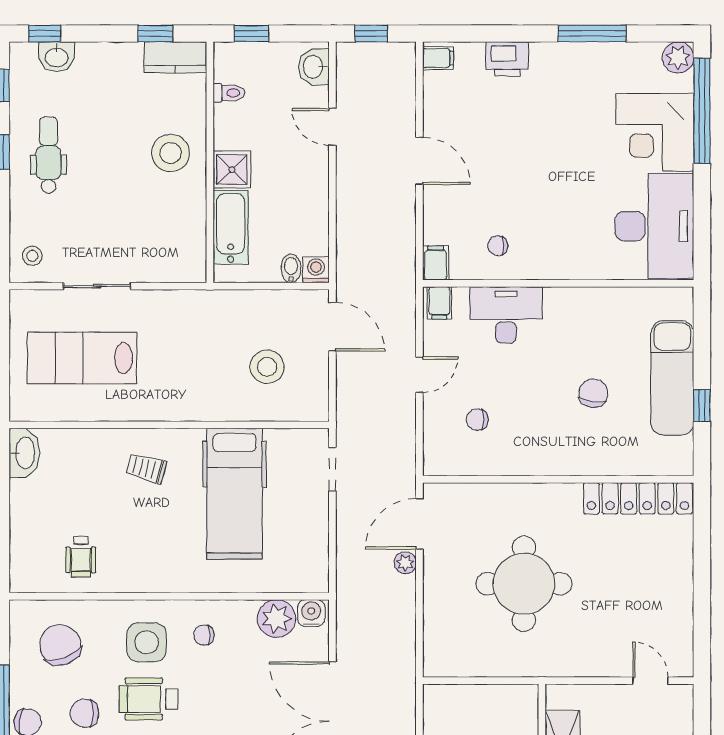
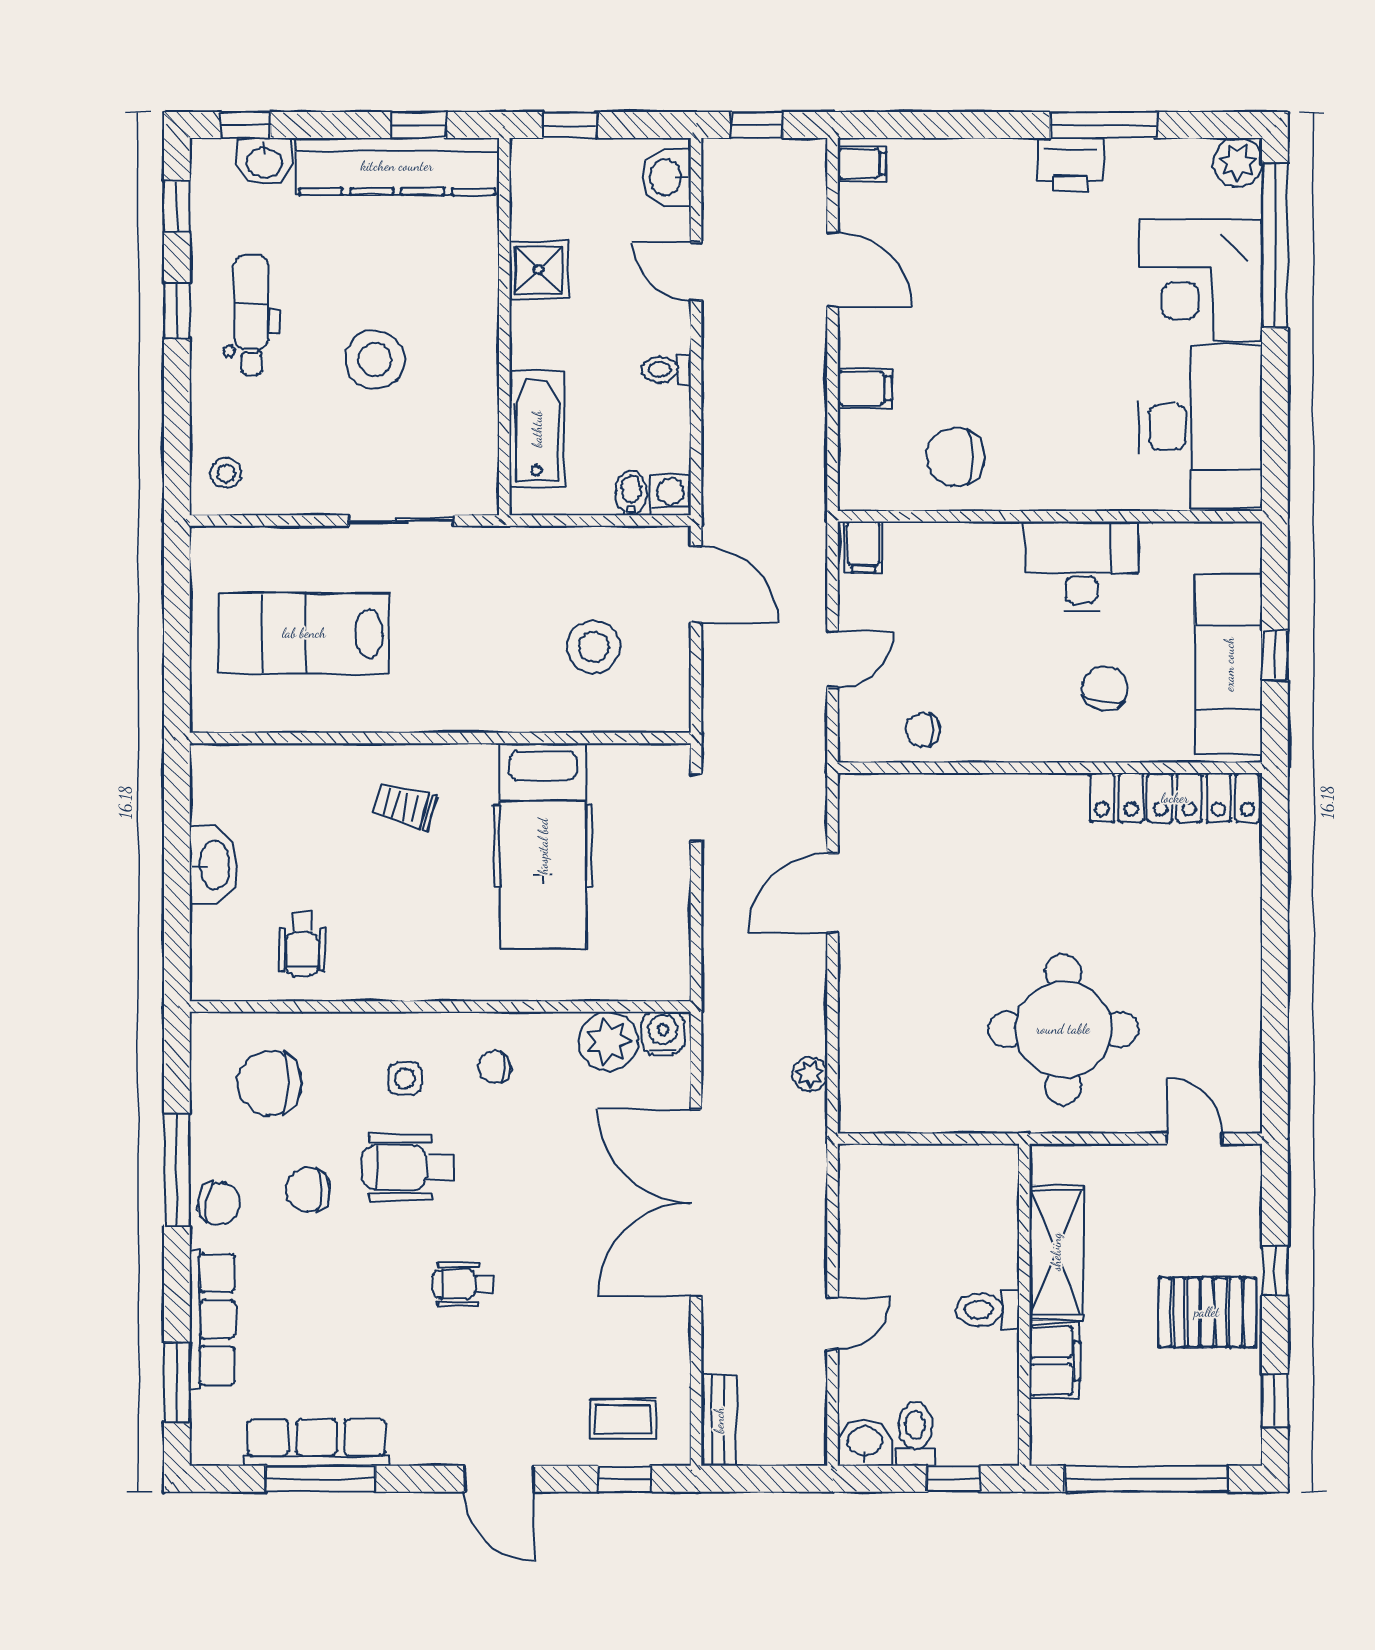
kitchen counter: (175, 57) -> (397, 166), width x2.08, depth x1.17
printer: (507, 59) -> (1071, 165), moved
toilet: (229, 93) -> (666, 370), moved, turned 180
stool: (171, 153) -> (375, 360), moved
door: (419, 161) -> (832, 269), moved
shower: (232, 170) -> (539, 269), moved
chair: (498, 246) -> (955, 457), width x1.87, depth x1.87
filing cabinet: (436, 263) -> (865, 388), moved, turned 90
sliding door: (97, 286) -> (401, 521), moved
desk: (506, 315) -> (1082, 566), moved
window: (702, 406) -> (1275, 655), moved
washbasin: (24, 453) -> (213, 865), moved
wall: (558, 479) -> (1050, 768), moved
locker: (638, 498) -> (1175, 798), moved
plant: (405, 563) -> (810, 1074), moved
round table: (524, 584) -> (1063, 1029), moved
side table: (147, 642) -> (405, 1079), width x0.54, depth x0.54
chair: (60, 645) -> (270, 1083), turned -70

